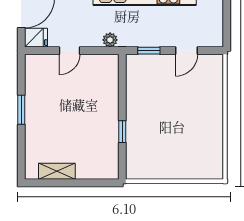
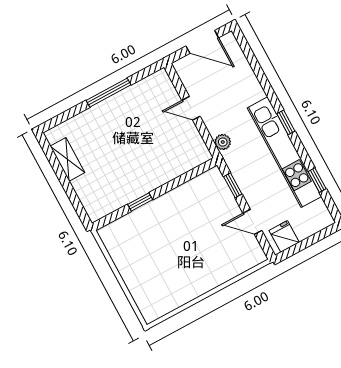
fridge: (36, 38) -> (284, 236), moved, turned 180
window: (21, 110) -> (108, 93), width x1.44

